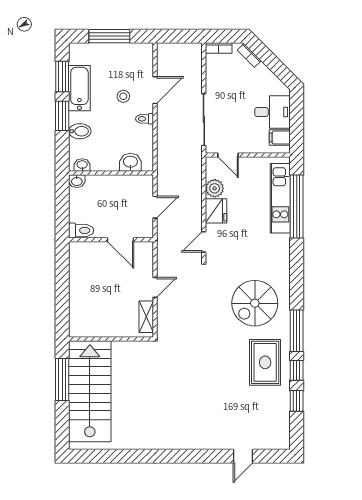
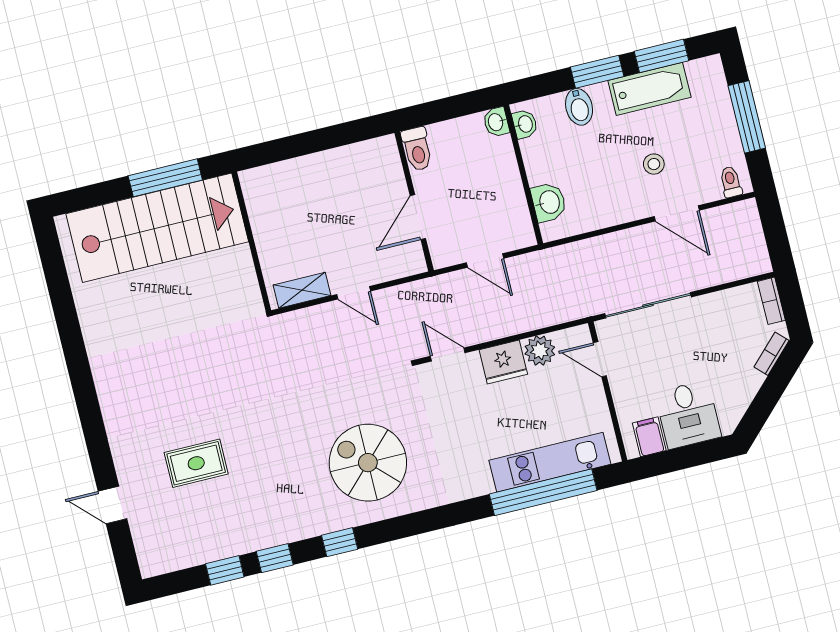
toilet: (144, 119) -> (731, 182), moved
door: (228, 155) -> (600, 359), hinge flipped
window: (297, 331) -> (340, 542), width x0.46
rug: (265, 362) -> (196, 463), moved, width x0.73, depth x0.70

